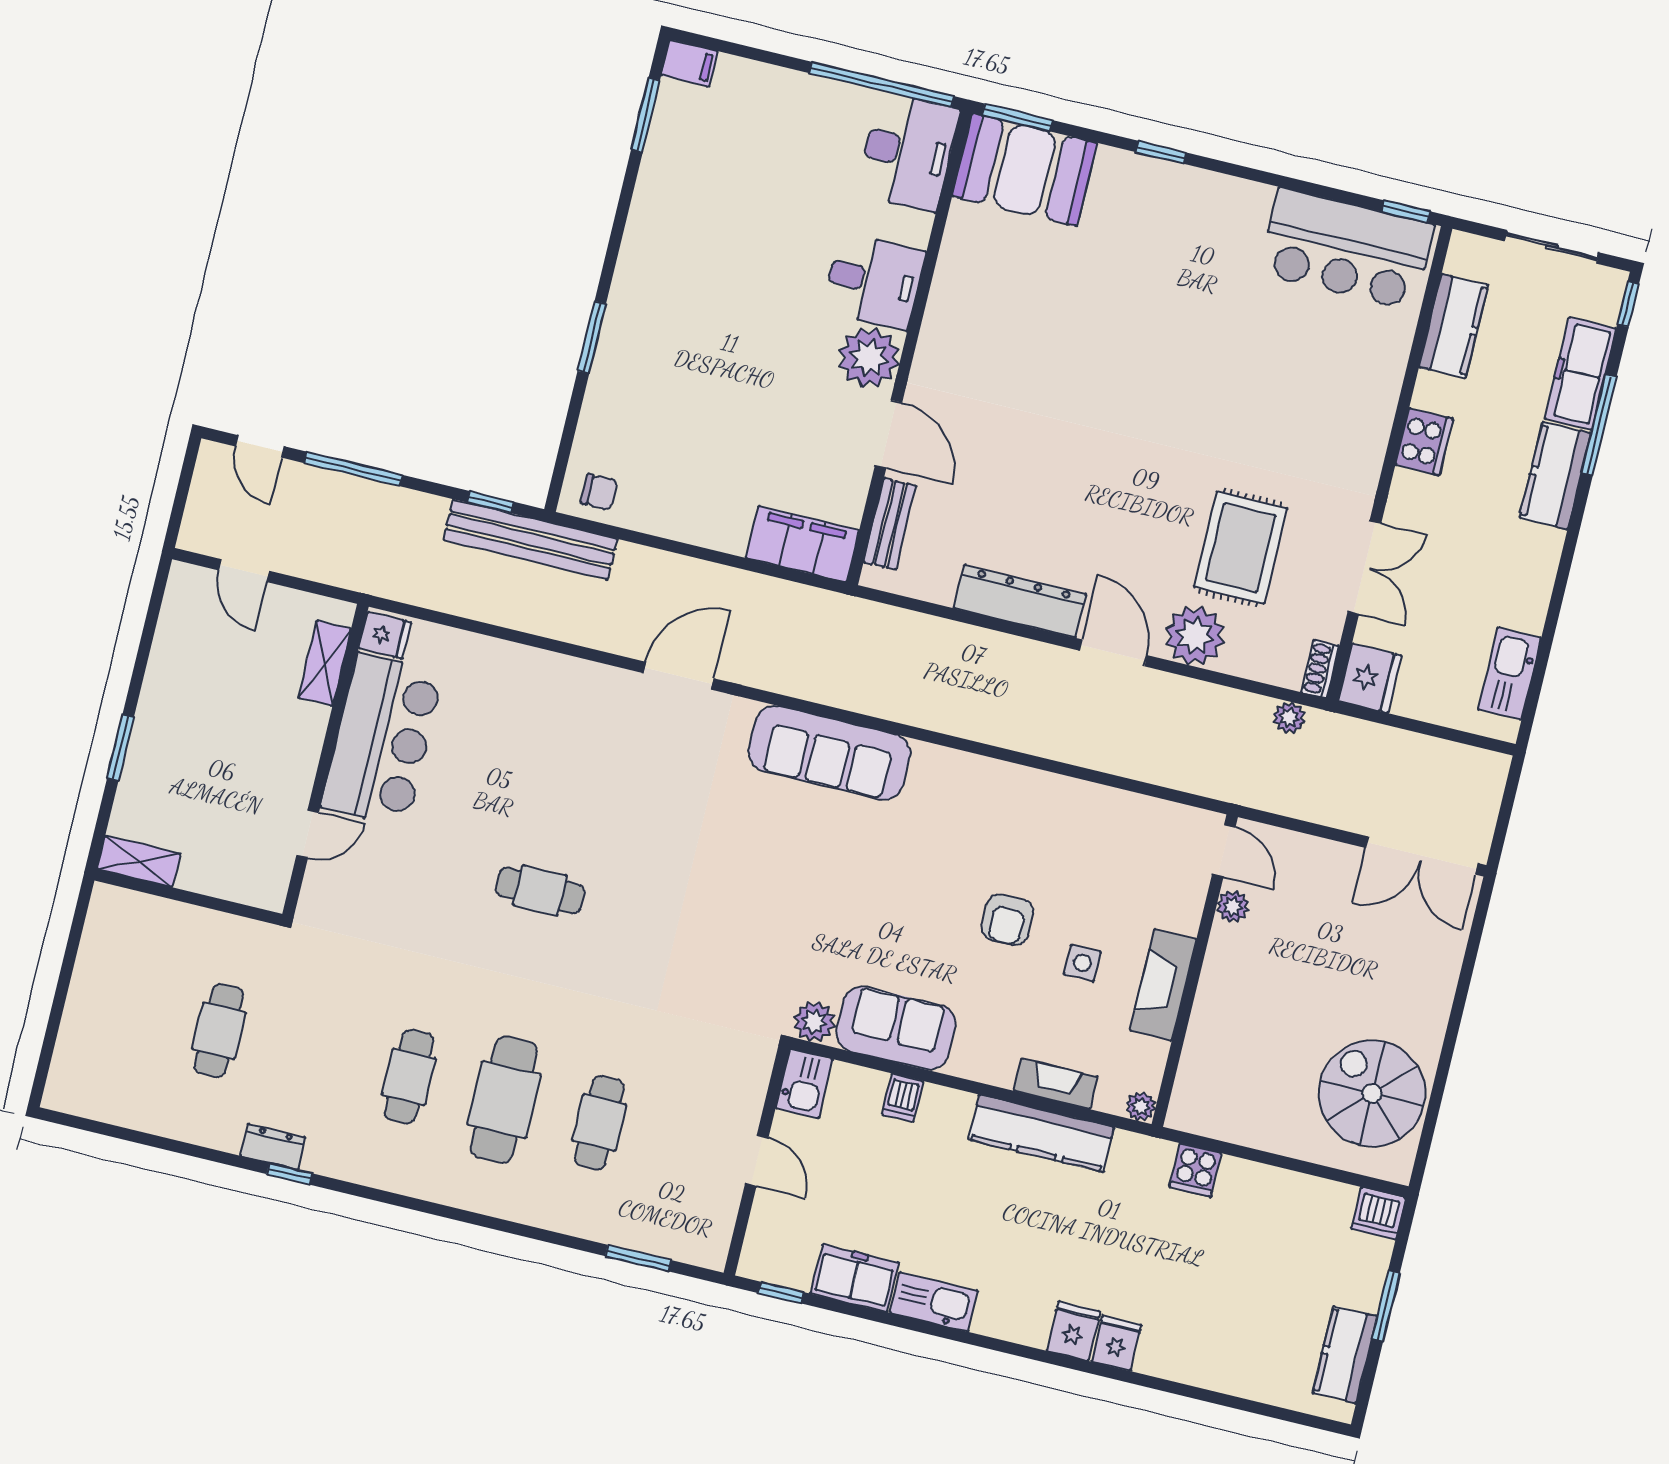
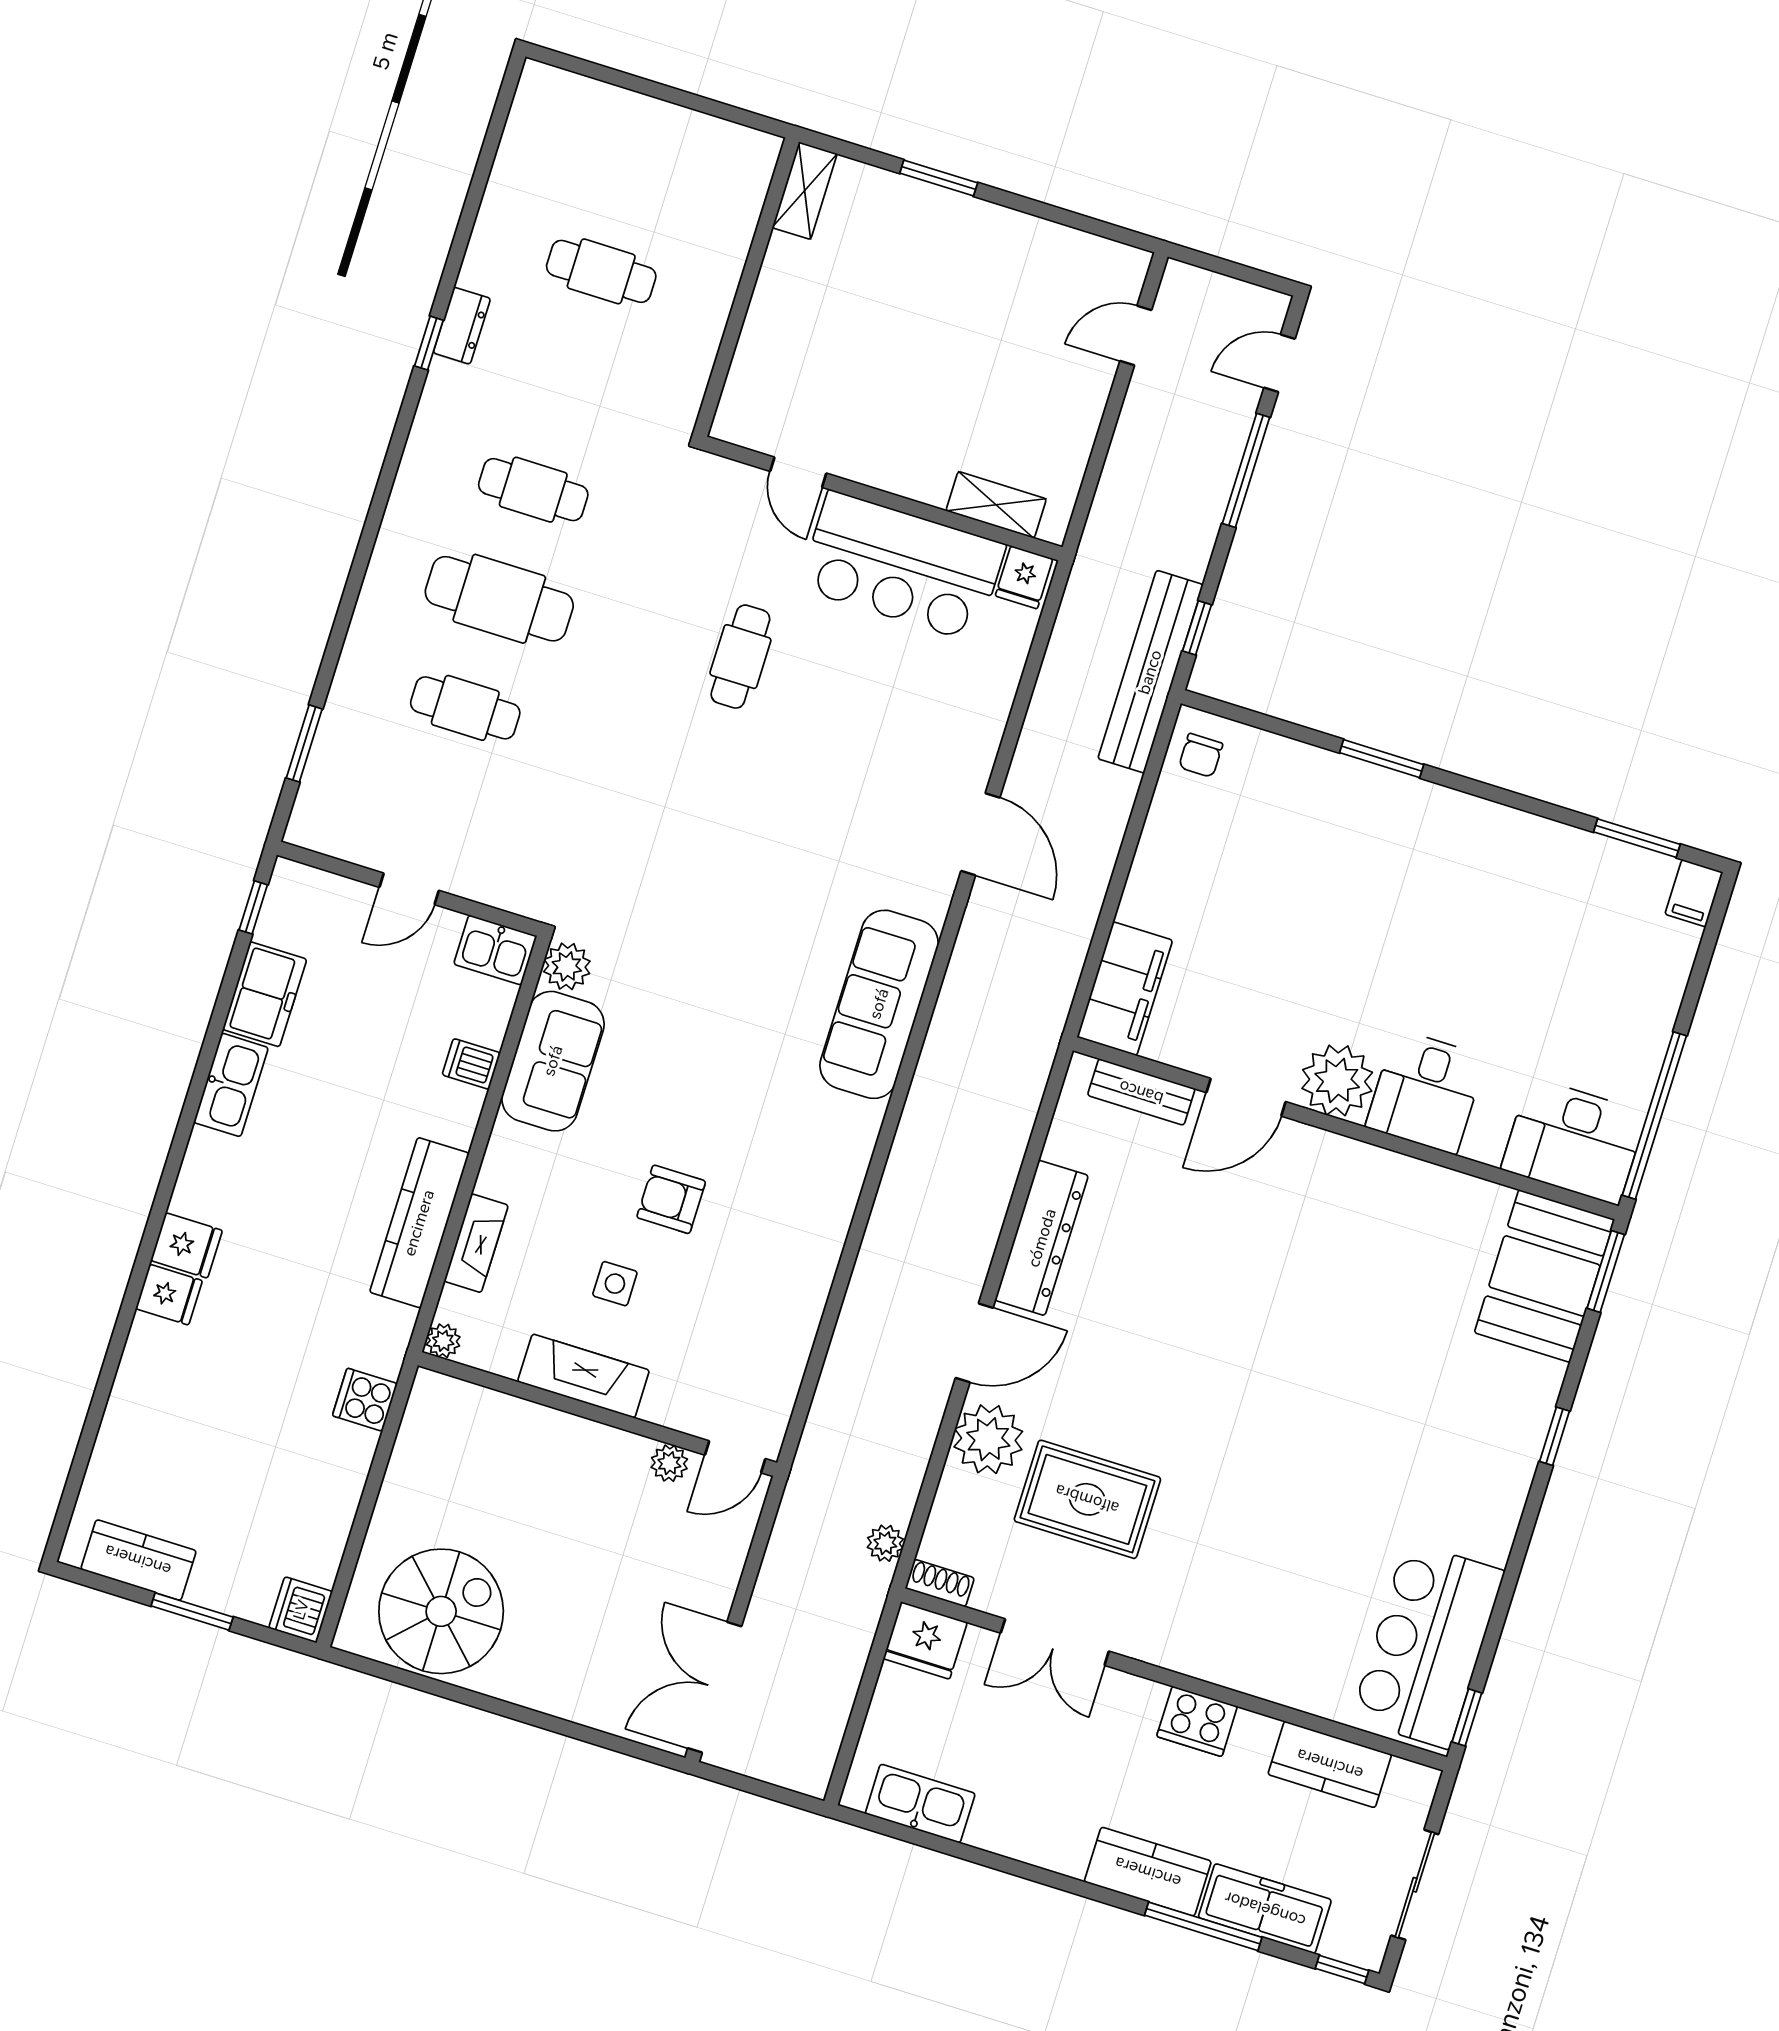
fridge: (385, 635) -> (1024, 577), moved
shelving: (325, 663) -> (996, 505), moved
bar counter: (382, 740) -> (902, 566), moved
wall: (325, 760) -> (883, 499), moved
door: (308, 834) -> (798, 472), moved

